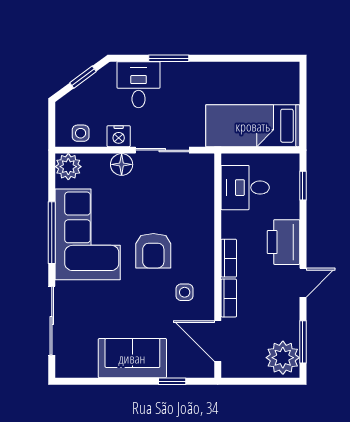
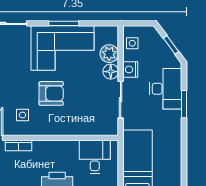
desk: (139, 85) -> (166, 89), width x1.37
plant: (68, 167) -> (109, 54), moved
window: (52, 233) -> (64, 23), width x0.69
armchair: (153, 251) -> (51, 93), turned 180
bookcase: (229, 258) -> (46, 145), removed

